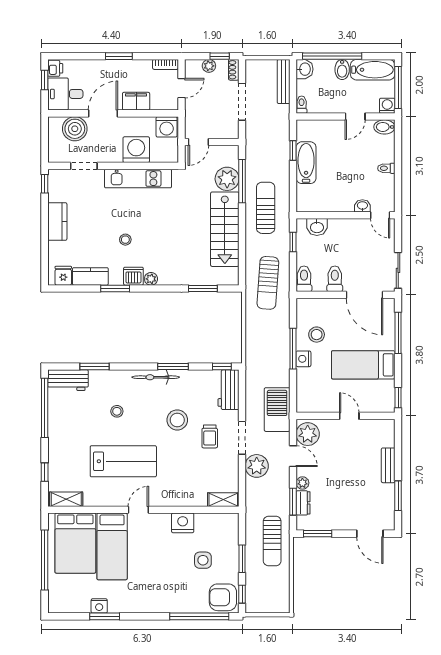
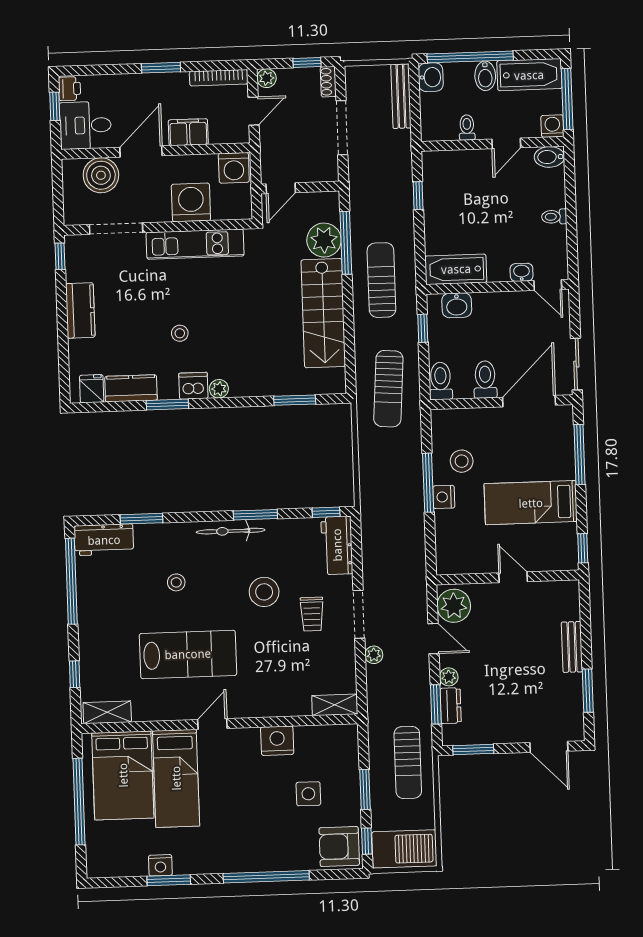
bookcase: (166, 64) -> (219, 78), width x1.56
plant: (209, 66) -> (267, 78), moved
toilet: (302, 105) -> (467, 127), moved
bathtub: (306, 163) -> (456, 269), moved, turned -90
doorway: (84, 166) -> (116, 229), width x1.38
door: (365, 295) -> (529, 401), swing flipped
barbecue: (277, 410) -> (404, 849), moved, turned 90
plant: (257, 466) -> (374, 655), width x0.53, depth x0.53
window: (199, 616) -> (266, 877), moved

